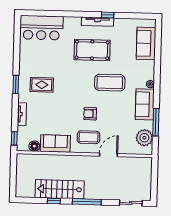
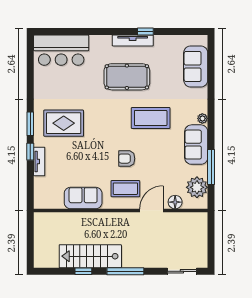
rug: (42, 85) -> (64, 123), width x1.36, depth x1.43
window: (14, 138) -> (30, 152), moved
floor lamp: (34, 146) -> (175, 202), moved

